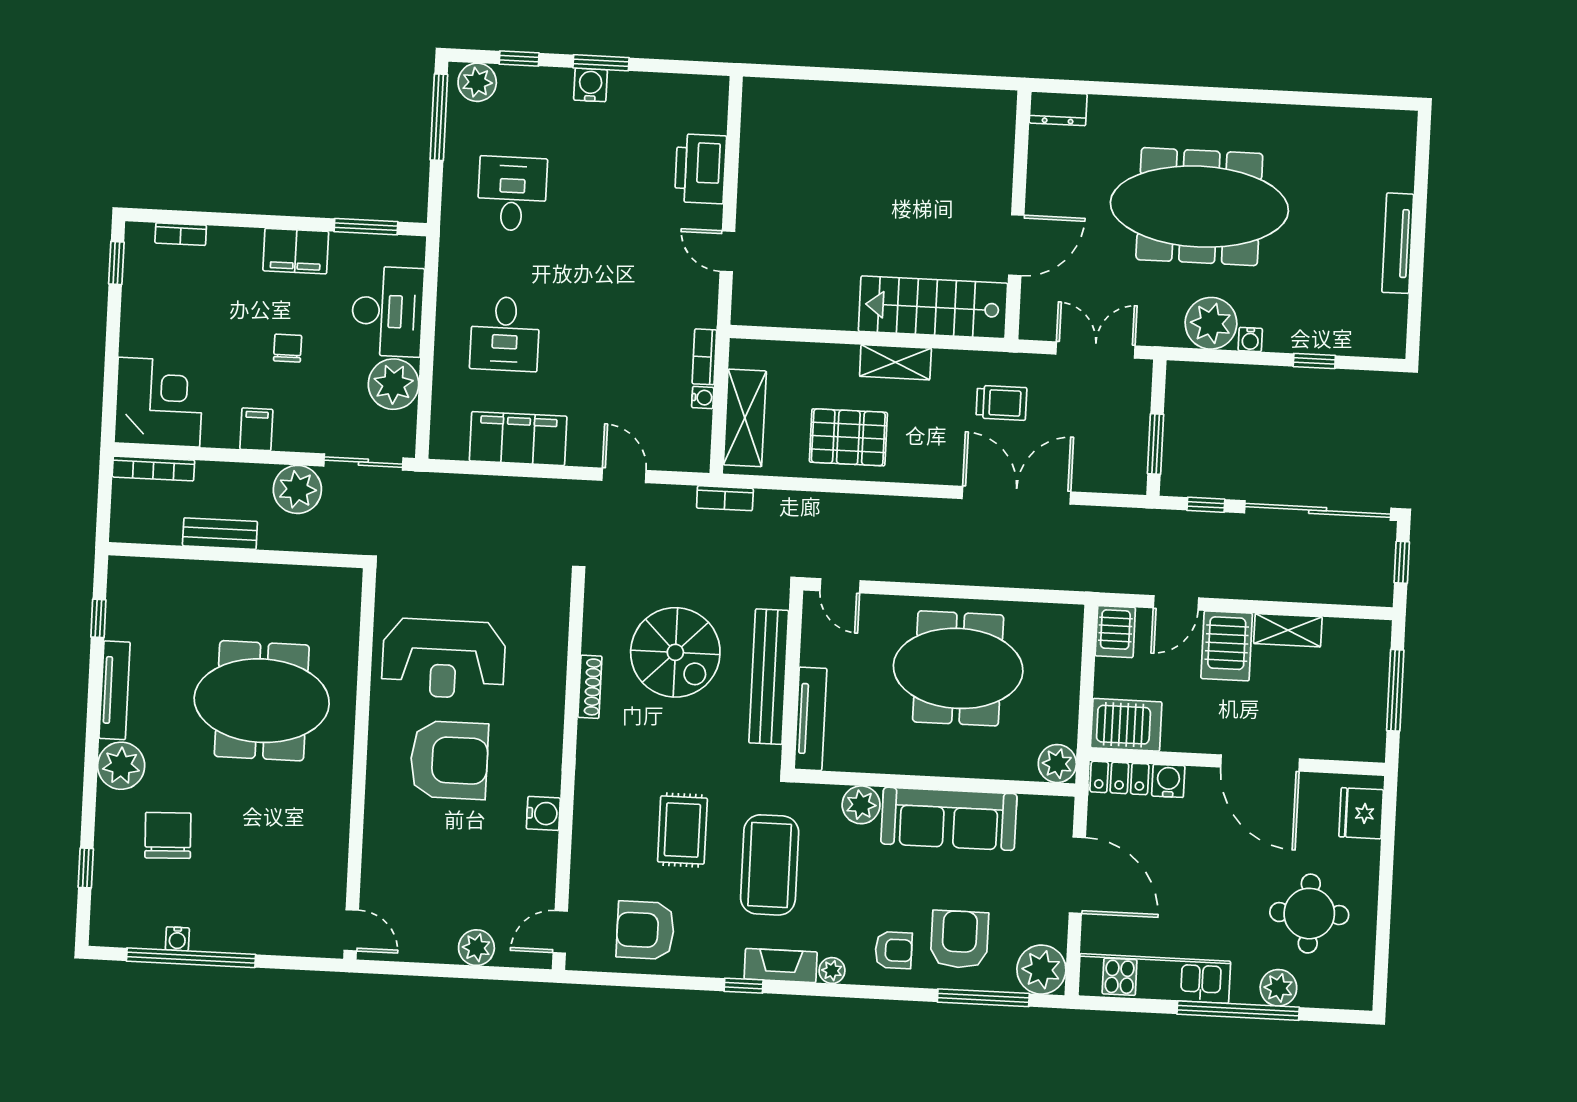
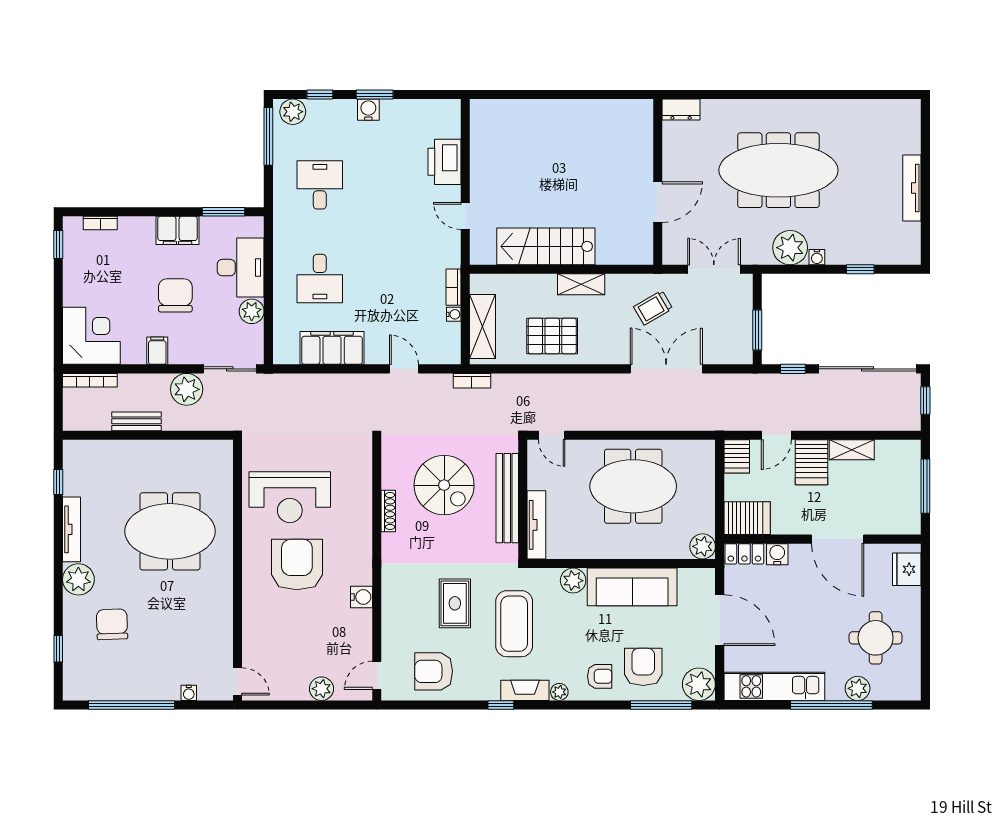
stairs: (933, 307) -> (546, 246), moved
chair: (288, 348) -> (175, 295), width x1.87, depth x1.87
plant: (393, 384) -> (252, 311), width x0.73, depth x0.73
trolley: (1001, 403) -> (653, 308), turned 150
armchair: (449, 760) -> (297, 565), turned -90
water cooler: (177, 939) -> (189, 693), moved

